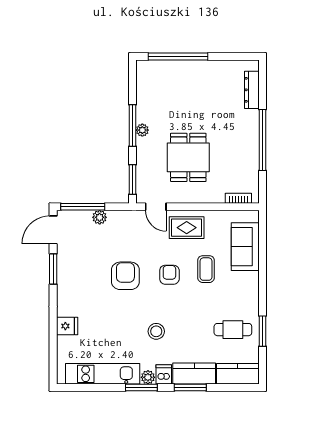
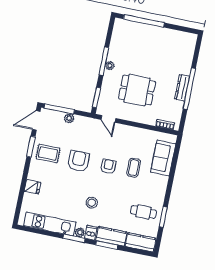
dresser: (252, 90) -> (182, 88), moved
dining table: (188, 157) -> (137, 90), turned 90
rug: (187, 228) -> (48, 153), moved

